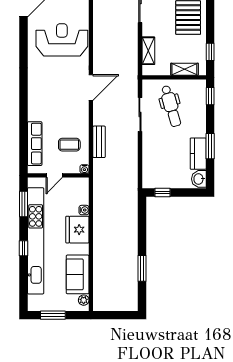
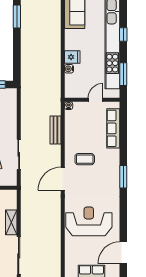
reception desk: (62, 40) -> (89, 221), turned 180
shelving: (148, 51) -> (11, 222), moved
window: (23, 90) -> (123, 177), added
coffee table: (69, 145) -> (85, 159), moved
fridge: (77, 230) -> (72, 57), width x0.53, depth x0.75

